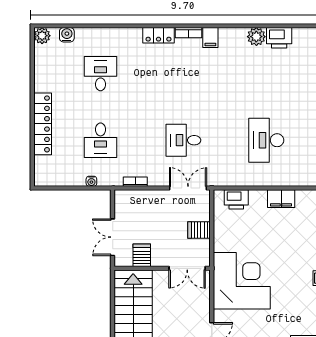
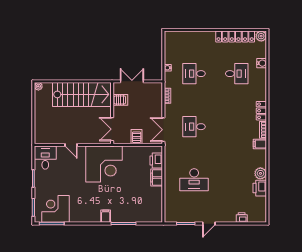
water cooler: (67, 35) -> (262, 63), moved
locker: (43, 124) -> (235, 36), moved
desk: (183, 140) -> (194, 127), turned -90
desk: (266, 140) -> (194, 180), turned 180
double door: (188, 188) -> (163, 130), swing flipped
filing cabinet: (281, 199) -> (157, 178), moved

